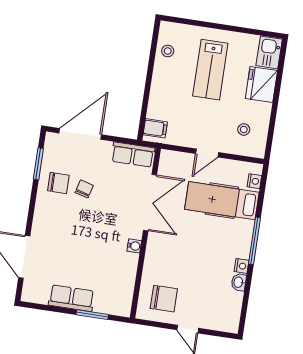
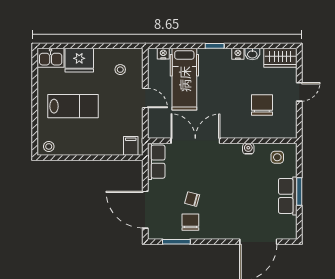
stool: (168, 51) -> (49, 146), moved
window: (254, 241) -> (215, 46), width x0.46
water cooler: (134, 246) -> (248, 149), moved
side table: (117, 293) -> (277, 157), added
chair: (164, 299) -> (262, 105), moved
wardrobe: (230, 314) -> (280, 58), added
window: (92, 315) -> (299, 191), moved

